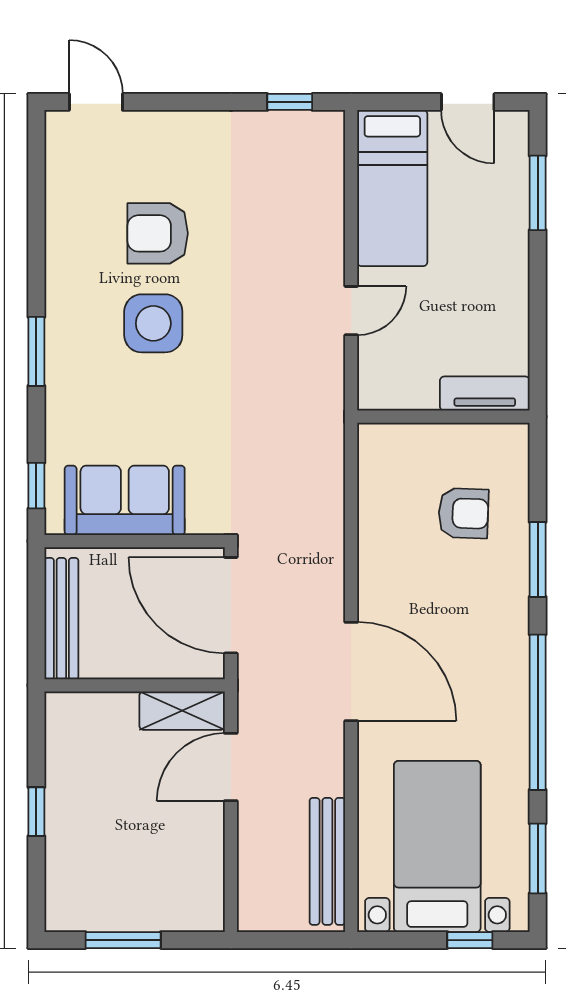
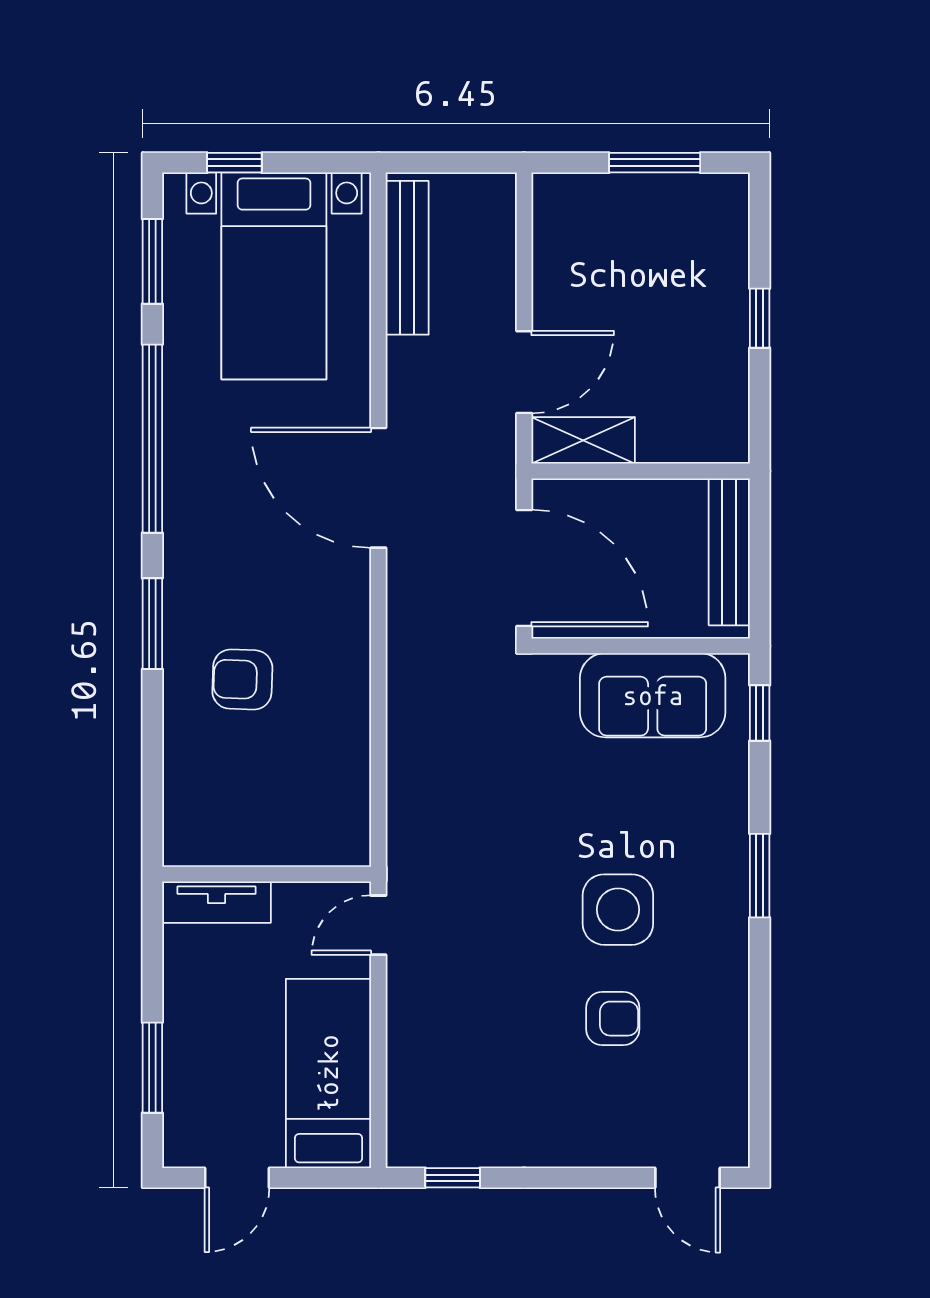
door: (468, 102) -> (237, 1178), swing flipped
armchair: (158, 233) -> (613, 1019), width x0.72, depth x0.72
tv unit: (485, 394) -> (216, 902), moved
wall: (443, 417) -> (267, 874), moved

